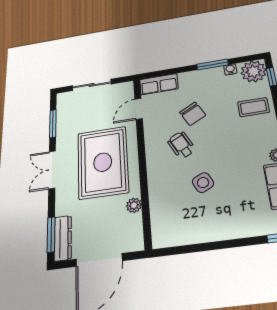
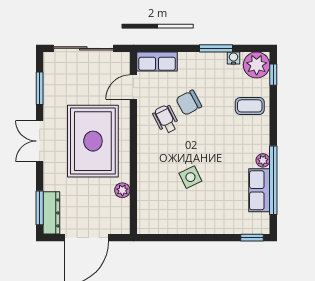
sliding door: (92, 85) -> (83, 48), width x1.37
chair: (193, 114) -> (189, 103), turned 90
wheelchair: (181, 145) -> (166, 119), moved

